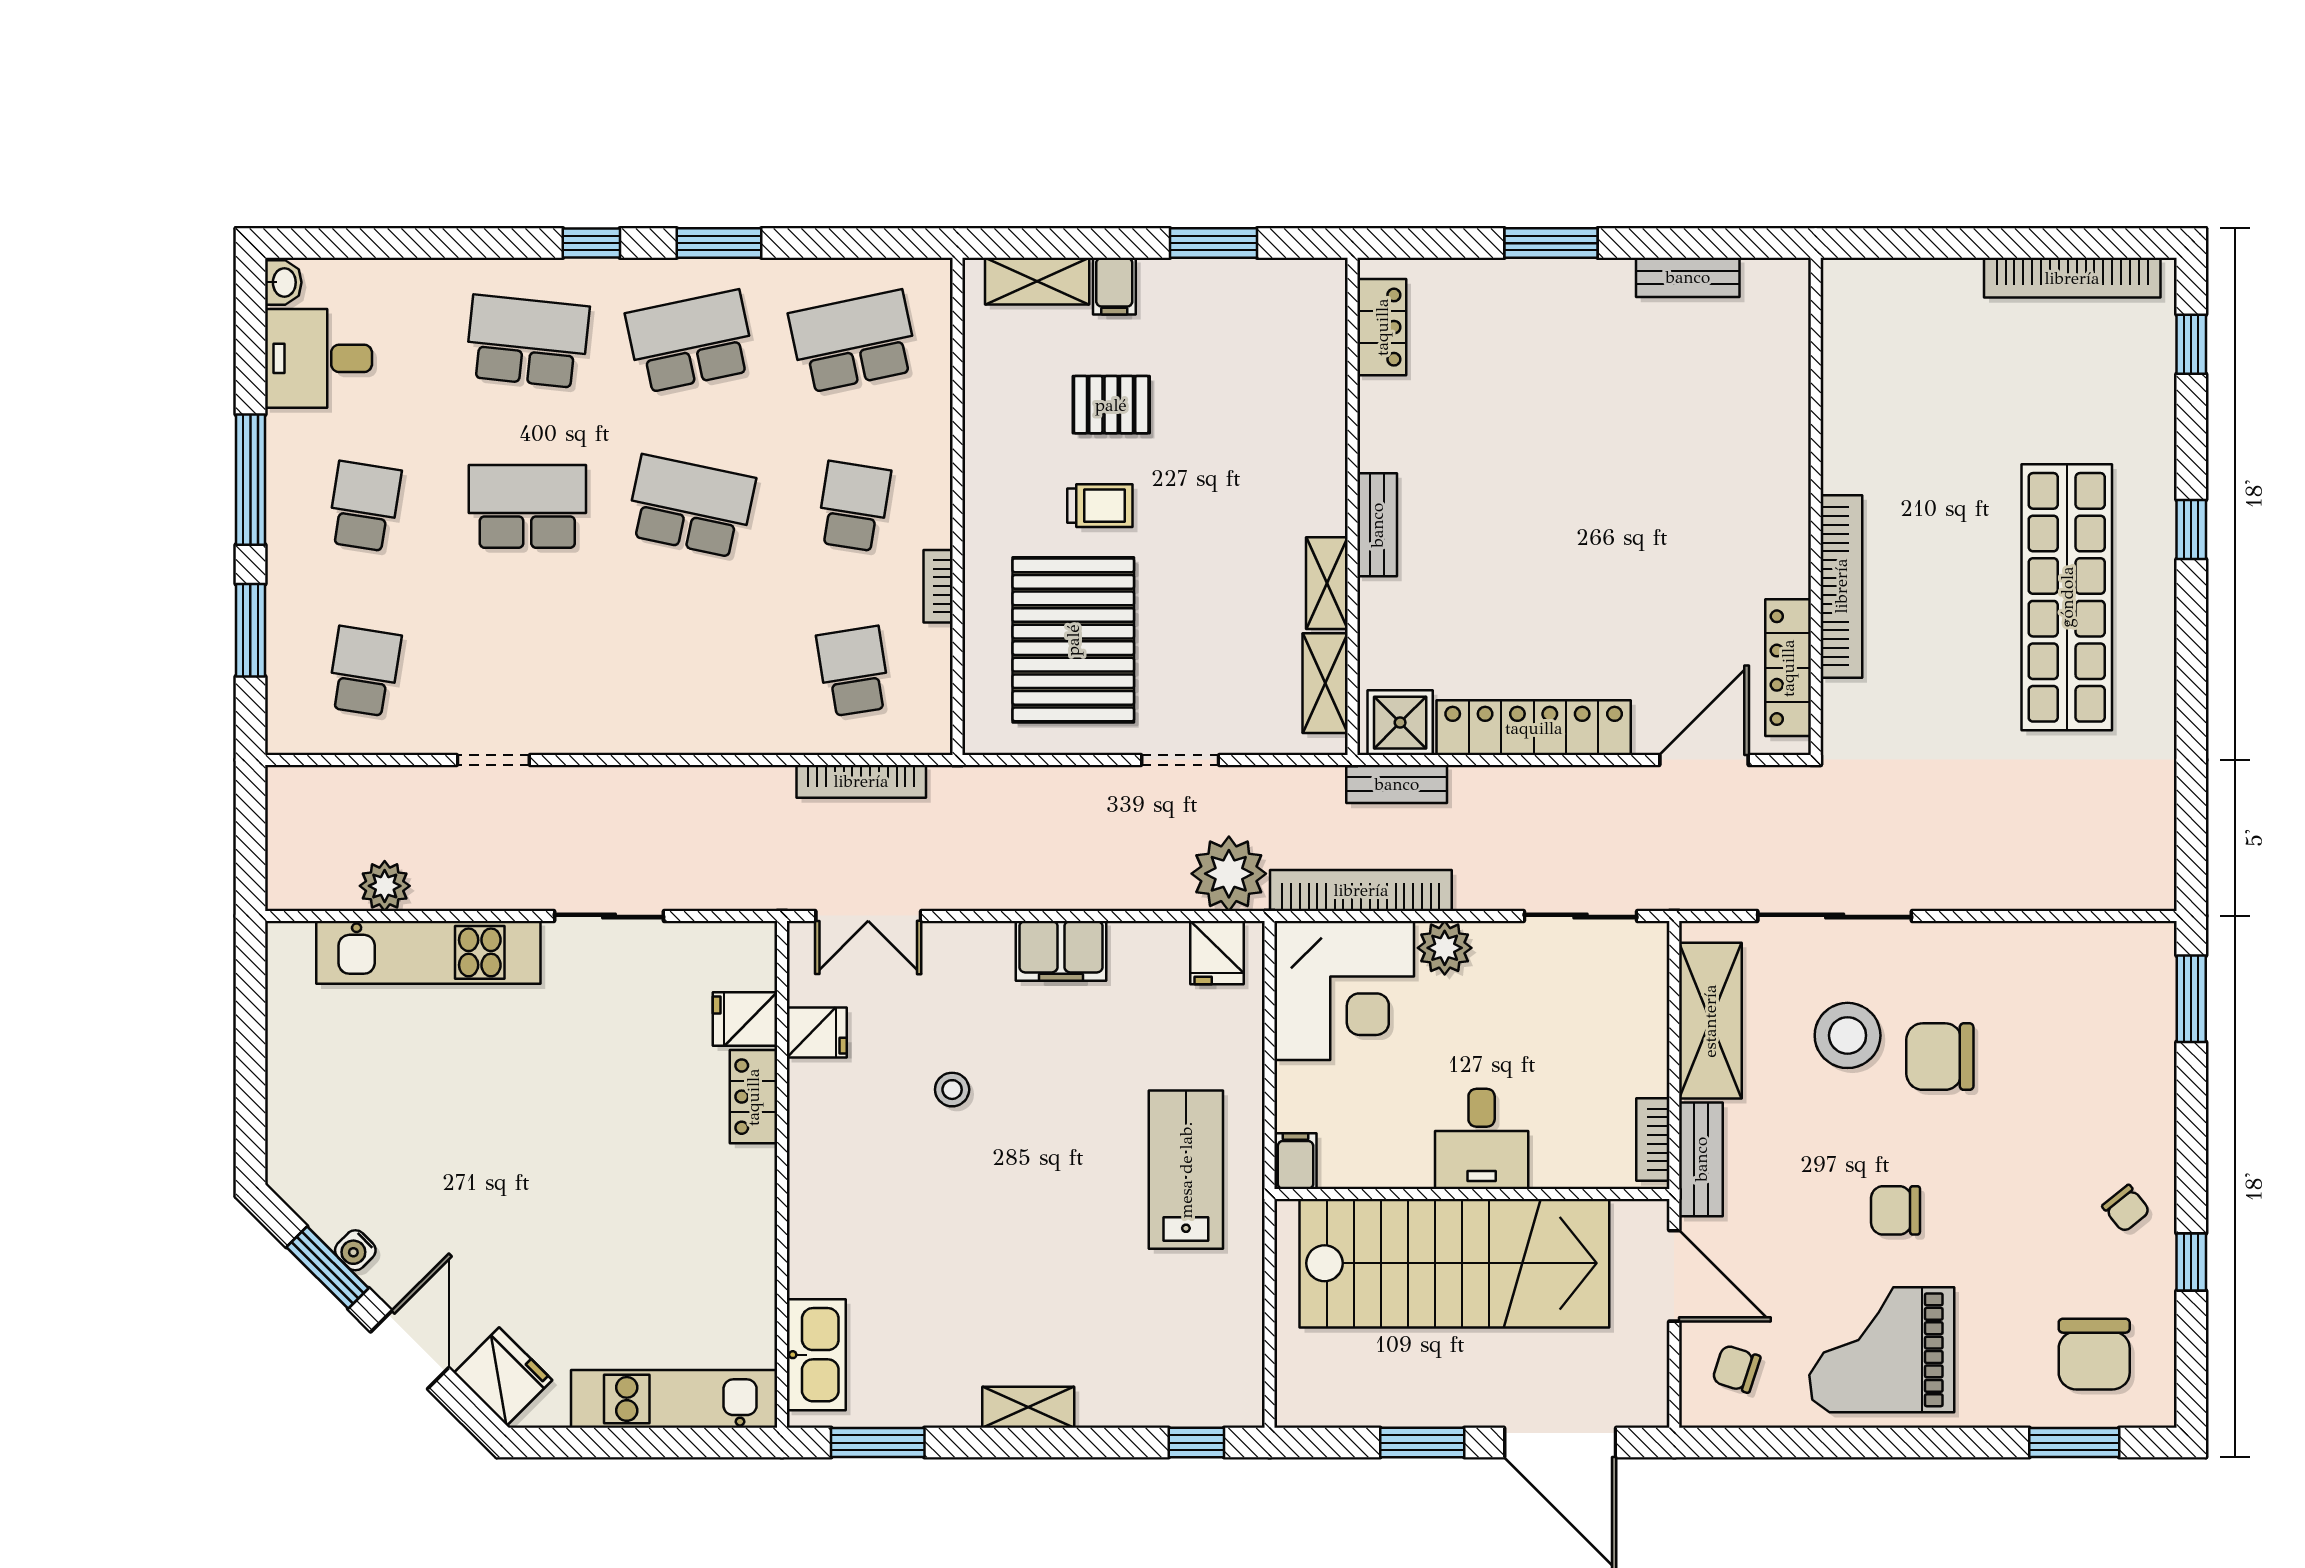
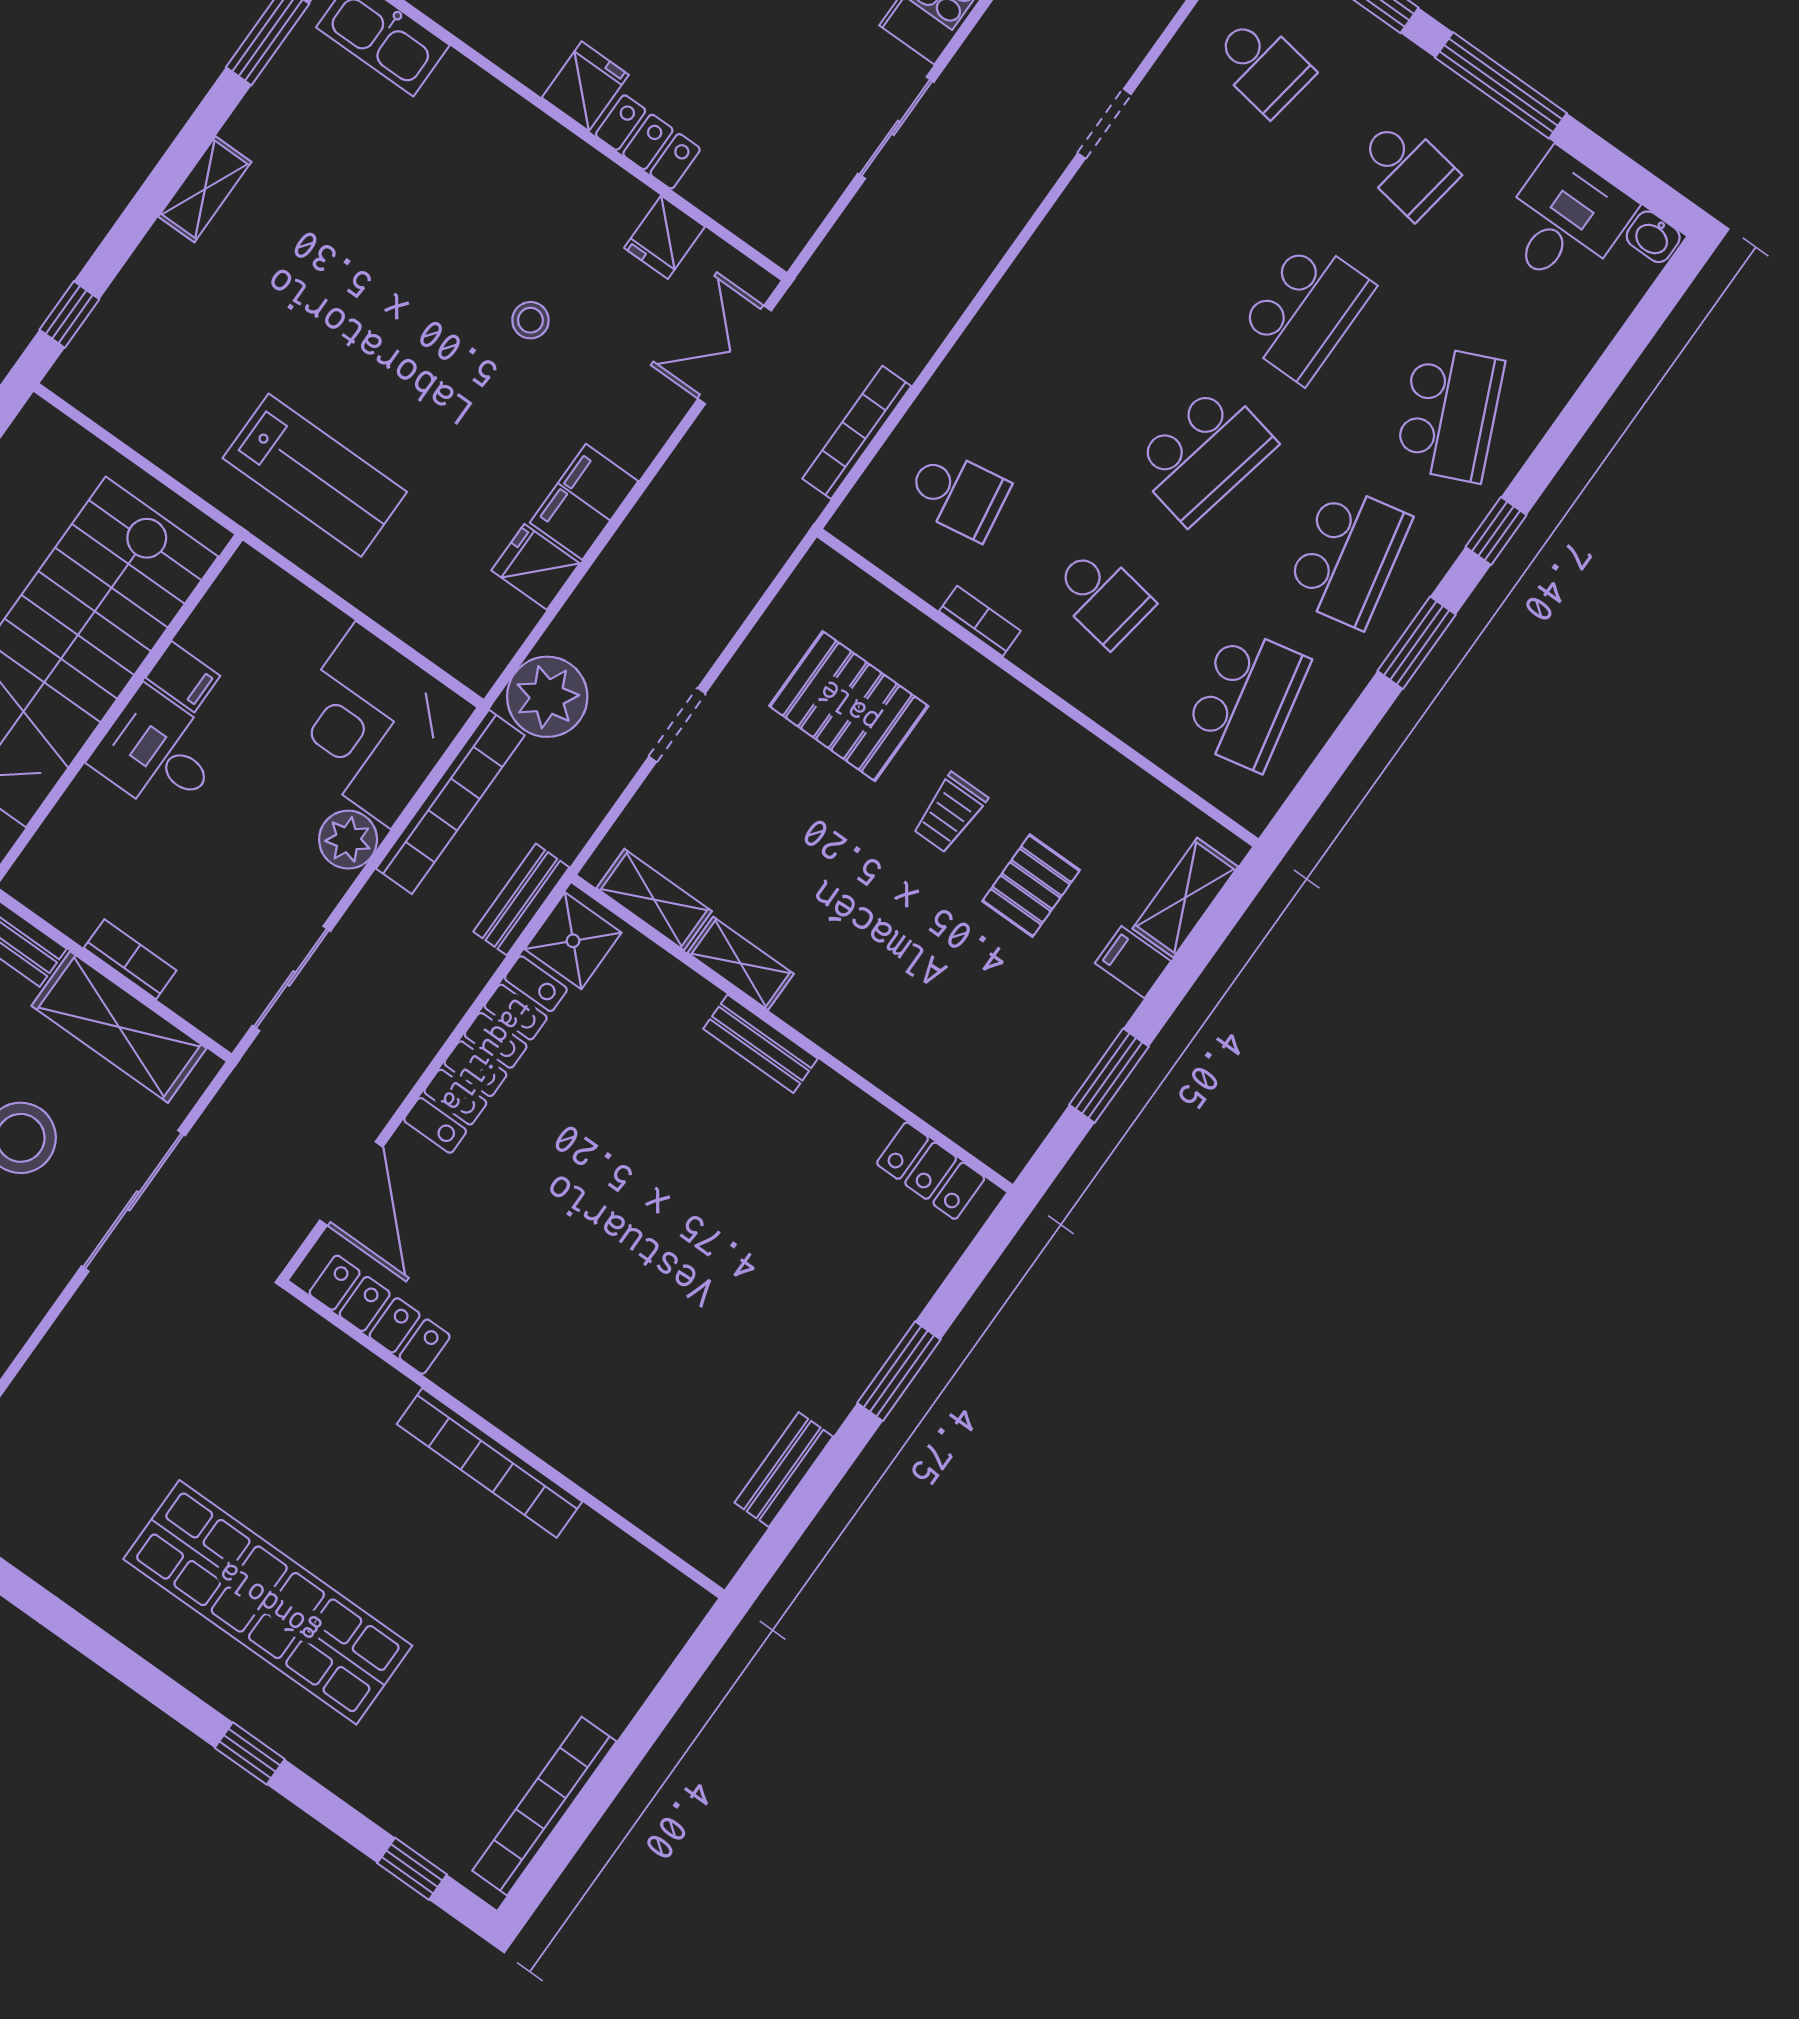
school desk: (527, 341) -> (1450, 414), turned -30
bookcase: (1841, 586) -> (489, 1463), moved
pallet: (1073, 640) -> (849, 706), width x0.73, depth x0.71
fridge: (1217, 953) -> (536, 567), moved
fridge: (745, 1019) -> (585, 86), moved
bookcase: (1653, 1139) -> (130, 959), moved
filing cabinet: (1295, 1161) -> (183, 677), moved

